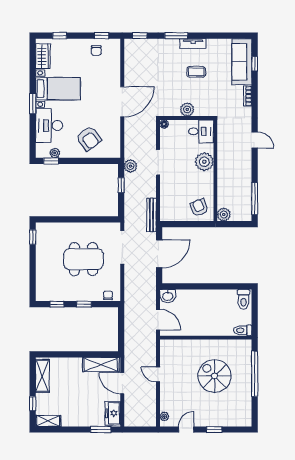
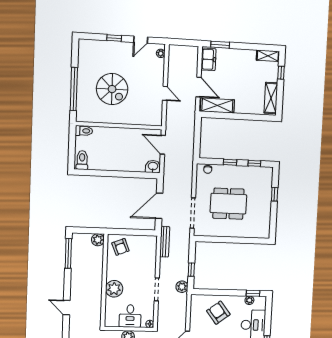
desk: (201, 131) -> (130, 316), moved, turned -90
window: (33, 237) -> (275, 194), moved

